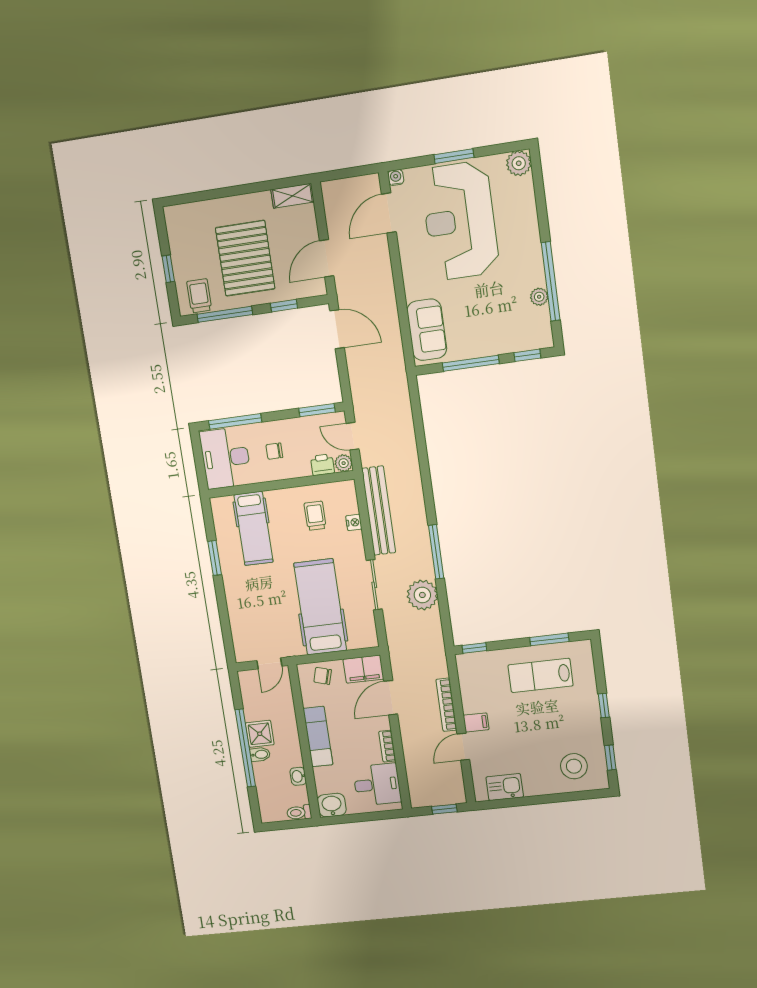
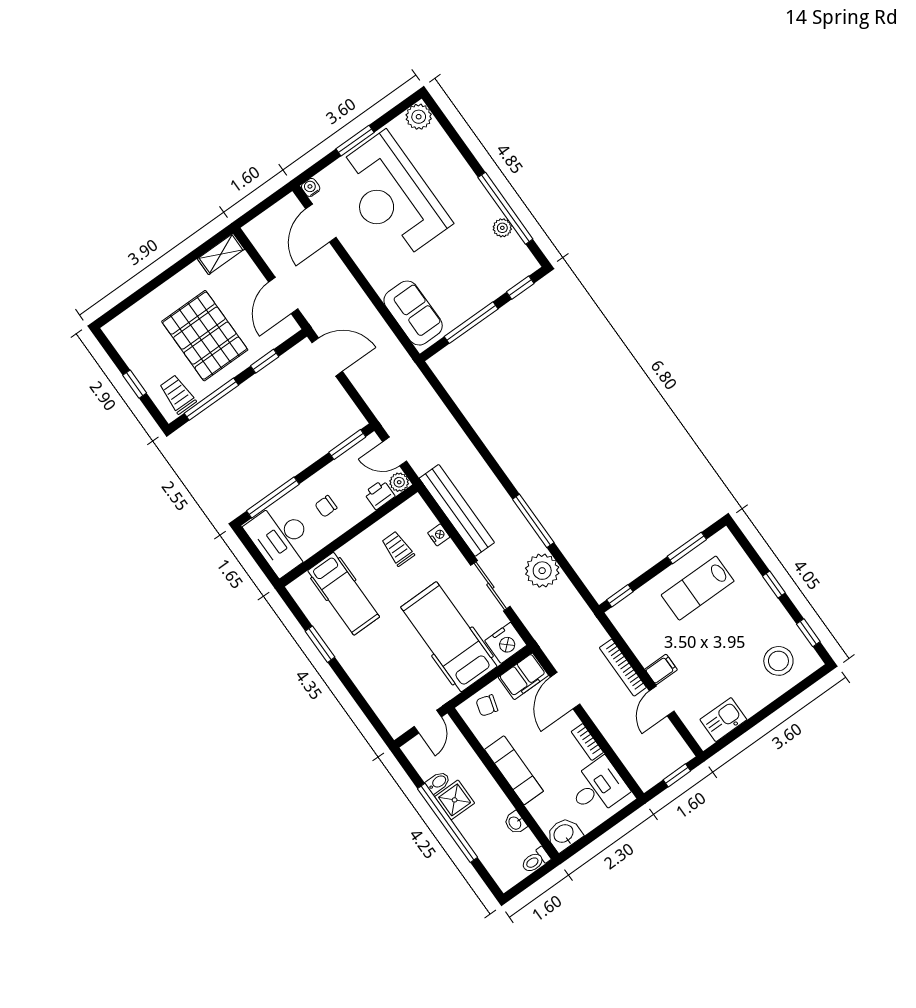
nightstand: (363, 636) -> (506, 643), added
bidet: (260, 754) -> (438, 782), moved

